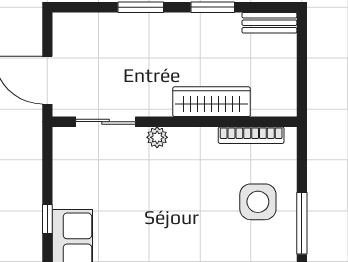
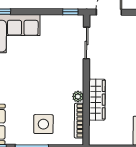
plant: (157, 137) -> (78, 97), moved
window: (47, 219) -> (70, 12), moved

